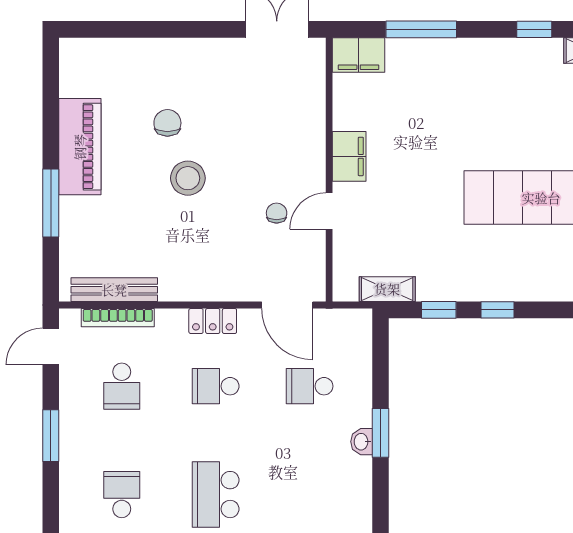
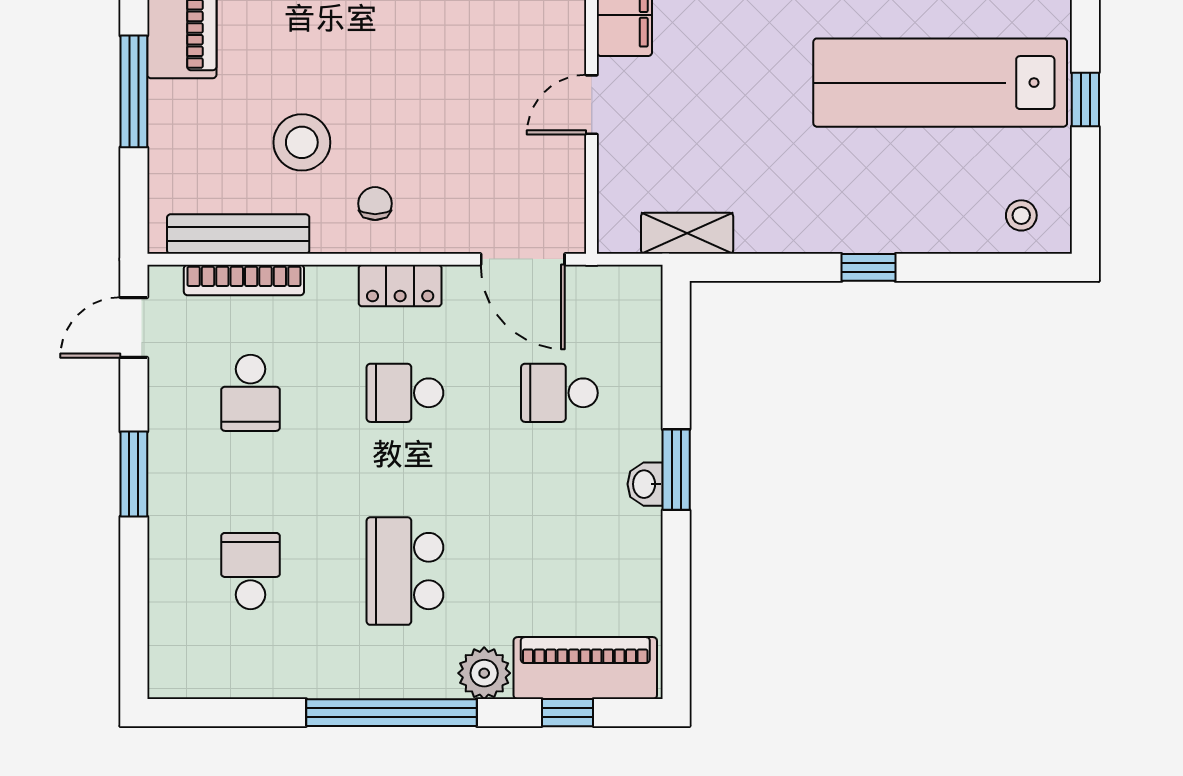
stool: (188, 178) -> (302, 142), moved
chair: (277, 213) -> (375, 204), moved
window: (439, 310) -> (772, 267), removed

